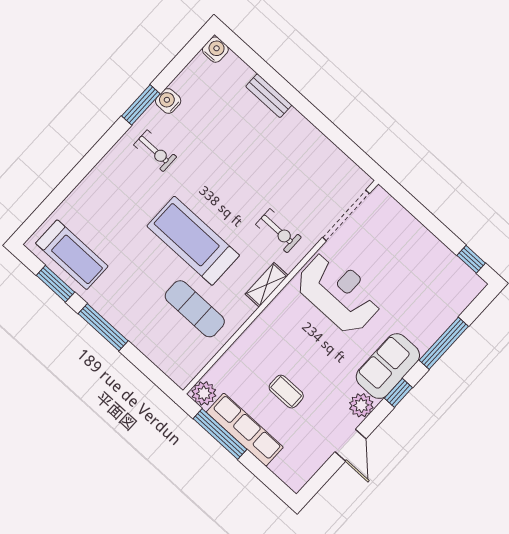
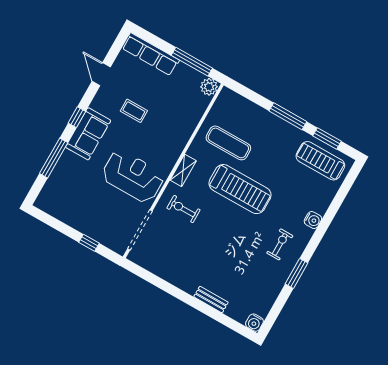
water cooler: (168, 101) -> (313, 220), moved
exercise bike: (155, 151) -> (280, 244), turned 90
window: (471, 259) -> (89, 243), moved
reception desk: (339, 293) -> (133, 176), turned 180
coffee table: (286, 392) -> (134, 111), moved
plant: (361, 405) -> (100, 103), removed
row of seats: (245, 430) -> (151, 54), moved

